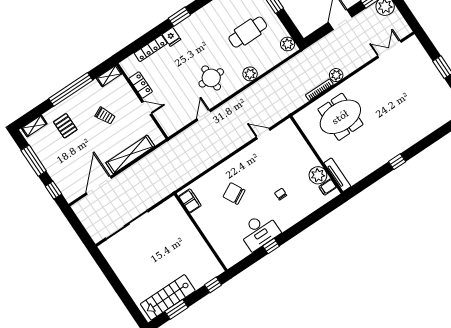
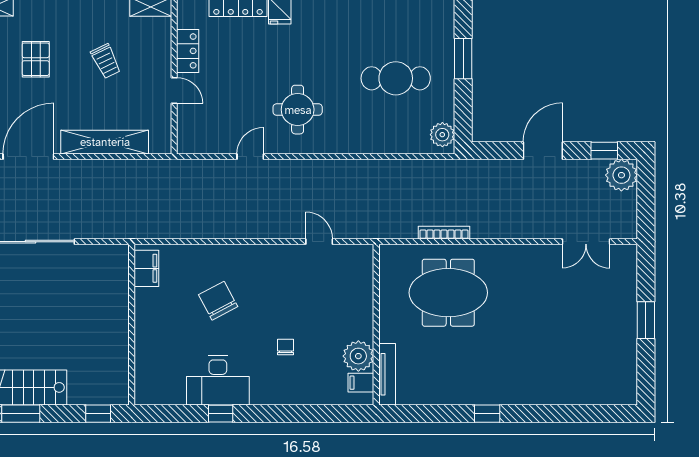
double door: (389, 49) -> (586, 242), swing flipped
plant: (250, 74) -> (358, 142), removed
plant: (336, 75) -> (483, 227), removed
pallet: (65, 126) -> (36, 59), moved

